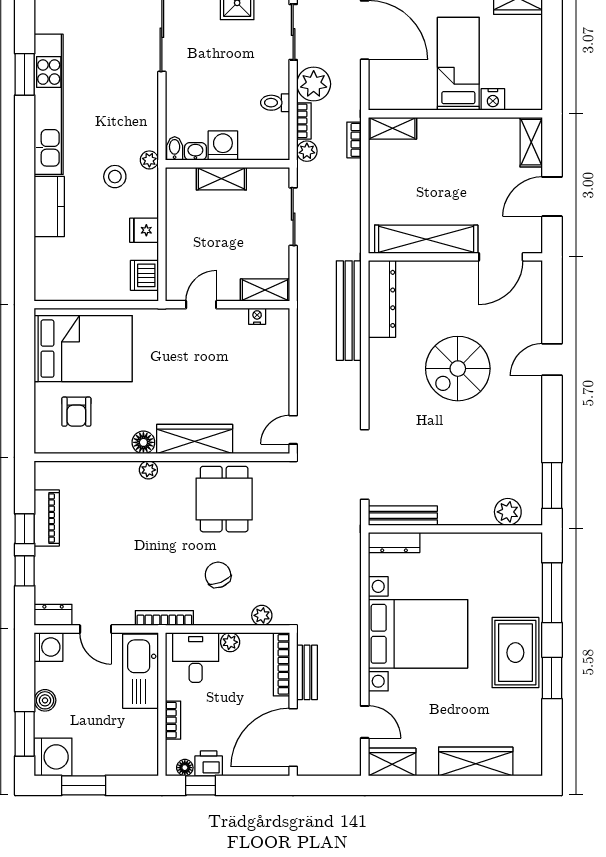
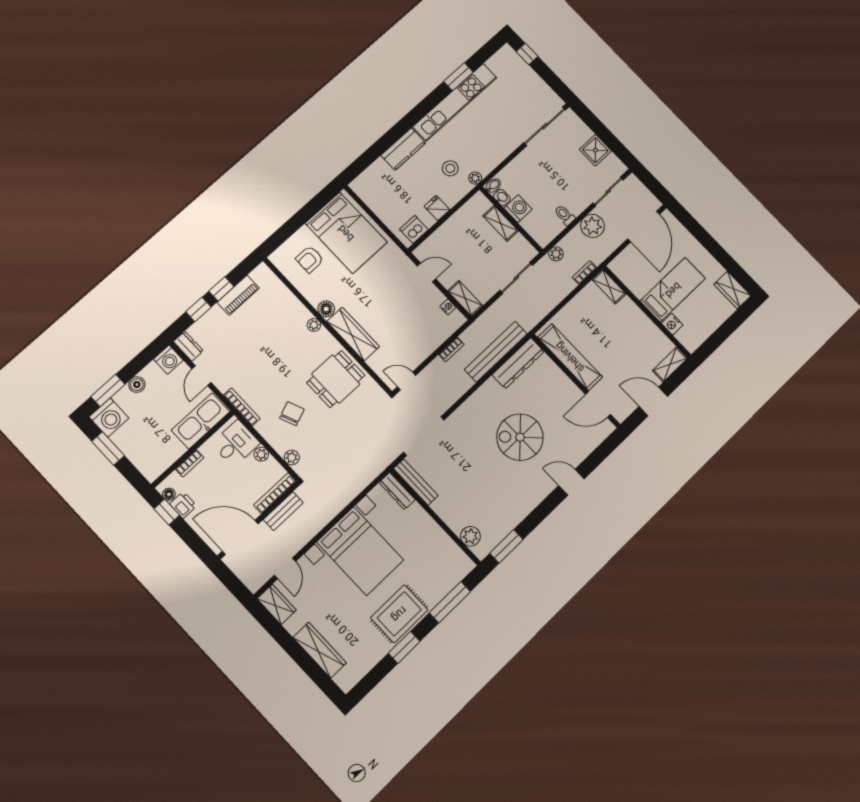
bookcase: (304, 121) -> (451, 349), moved

